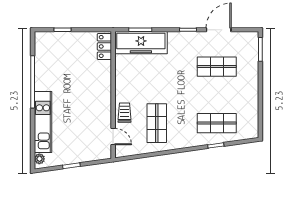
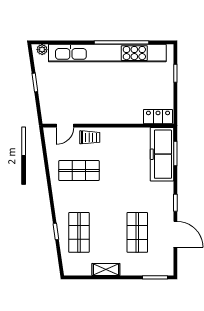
shelving: (253, 97) -> (106, 269), added
kitchen unit: (43, 122) -> (107, 53), width x1.86

